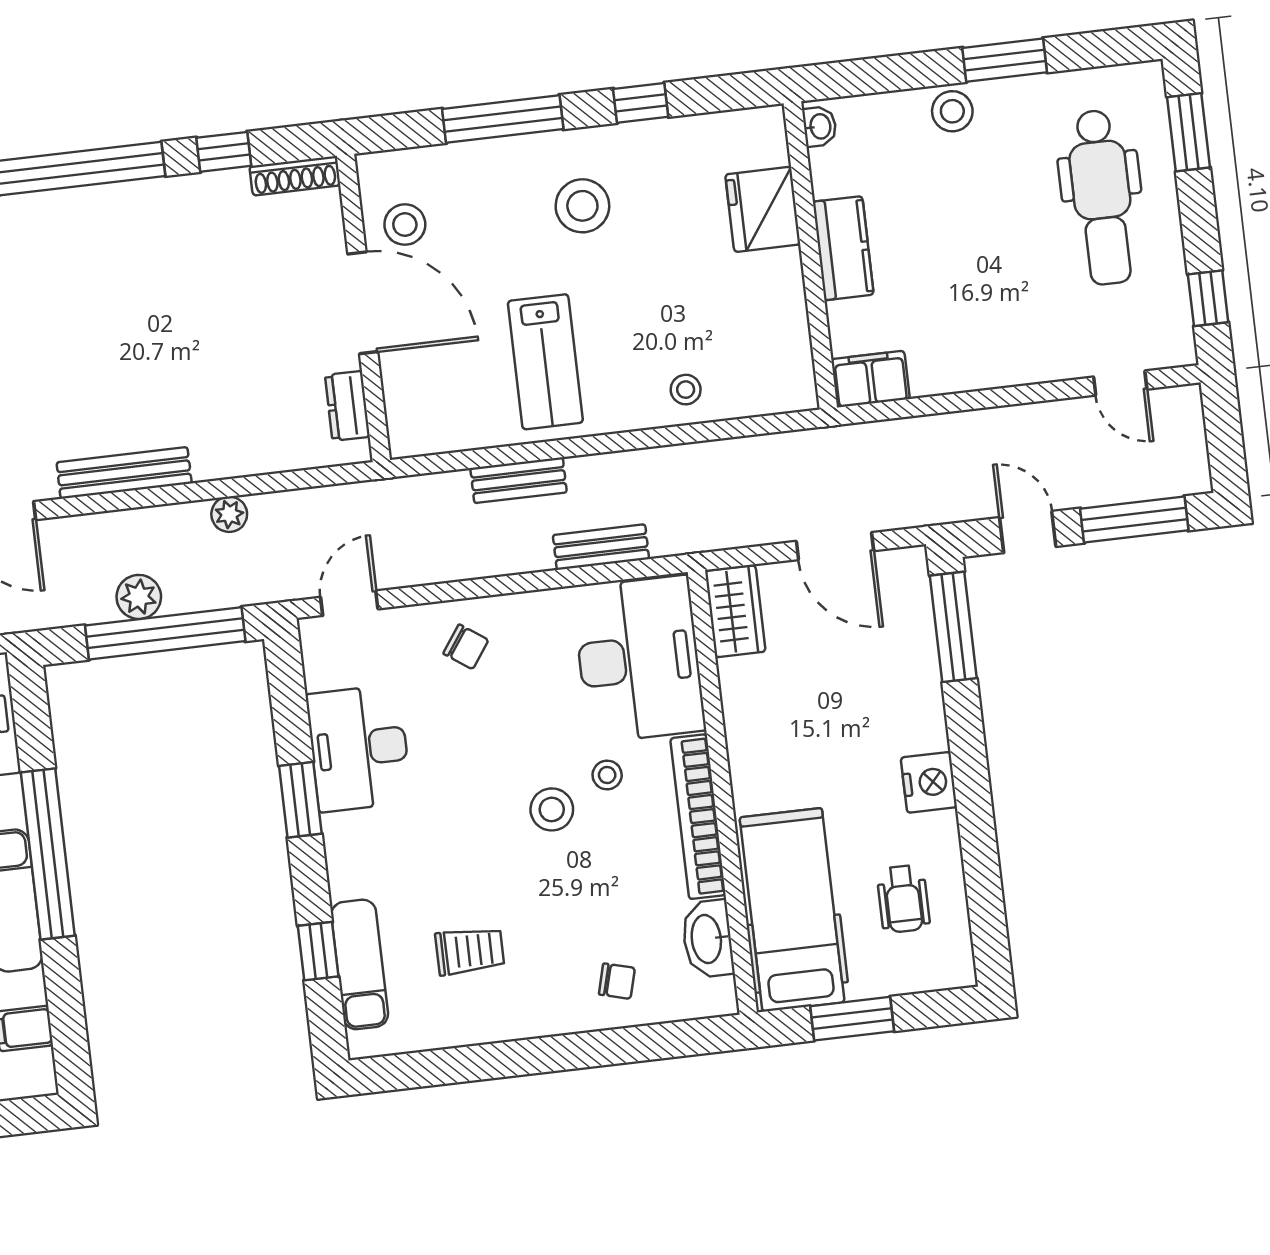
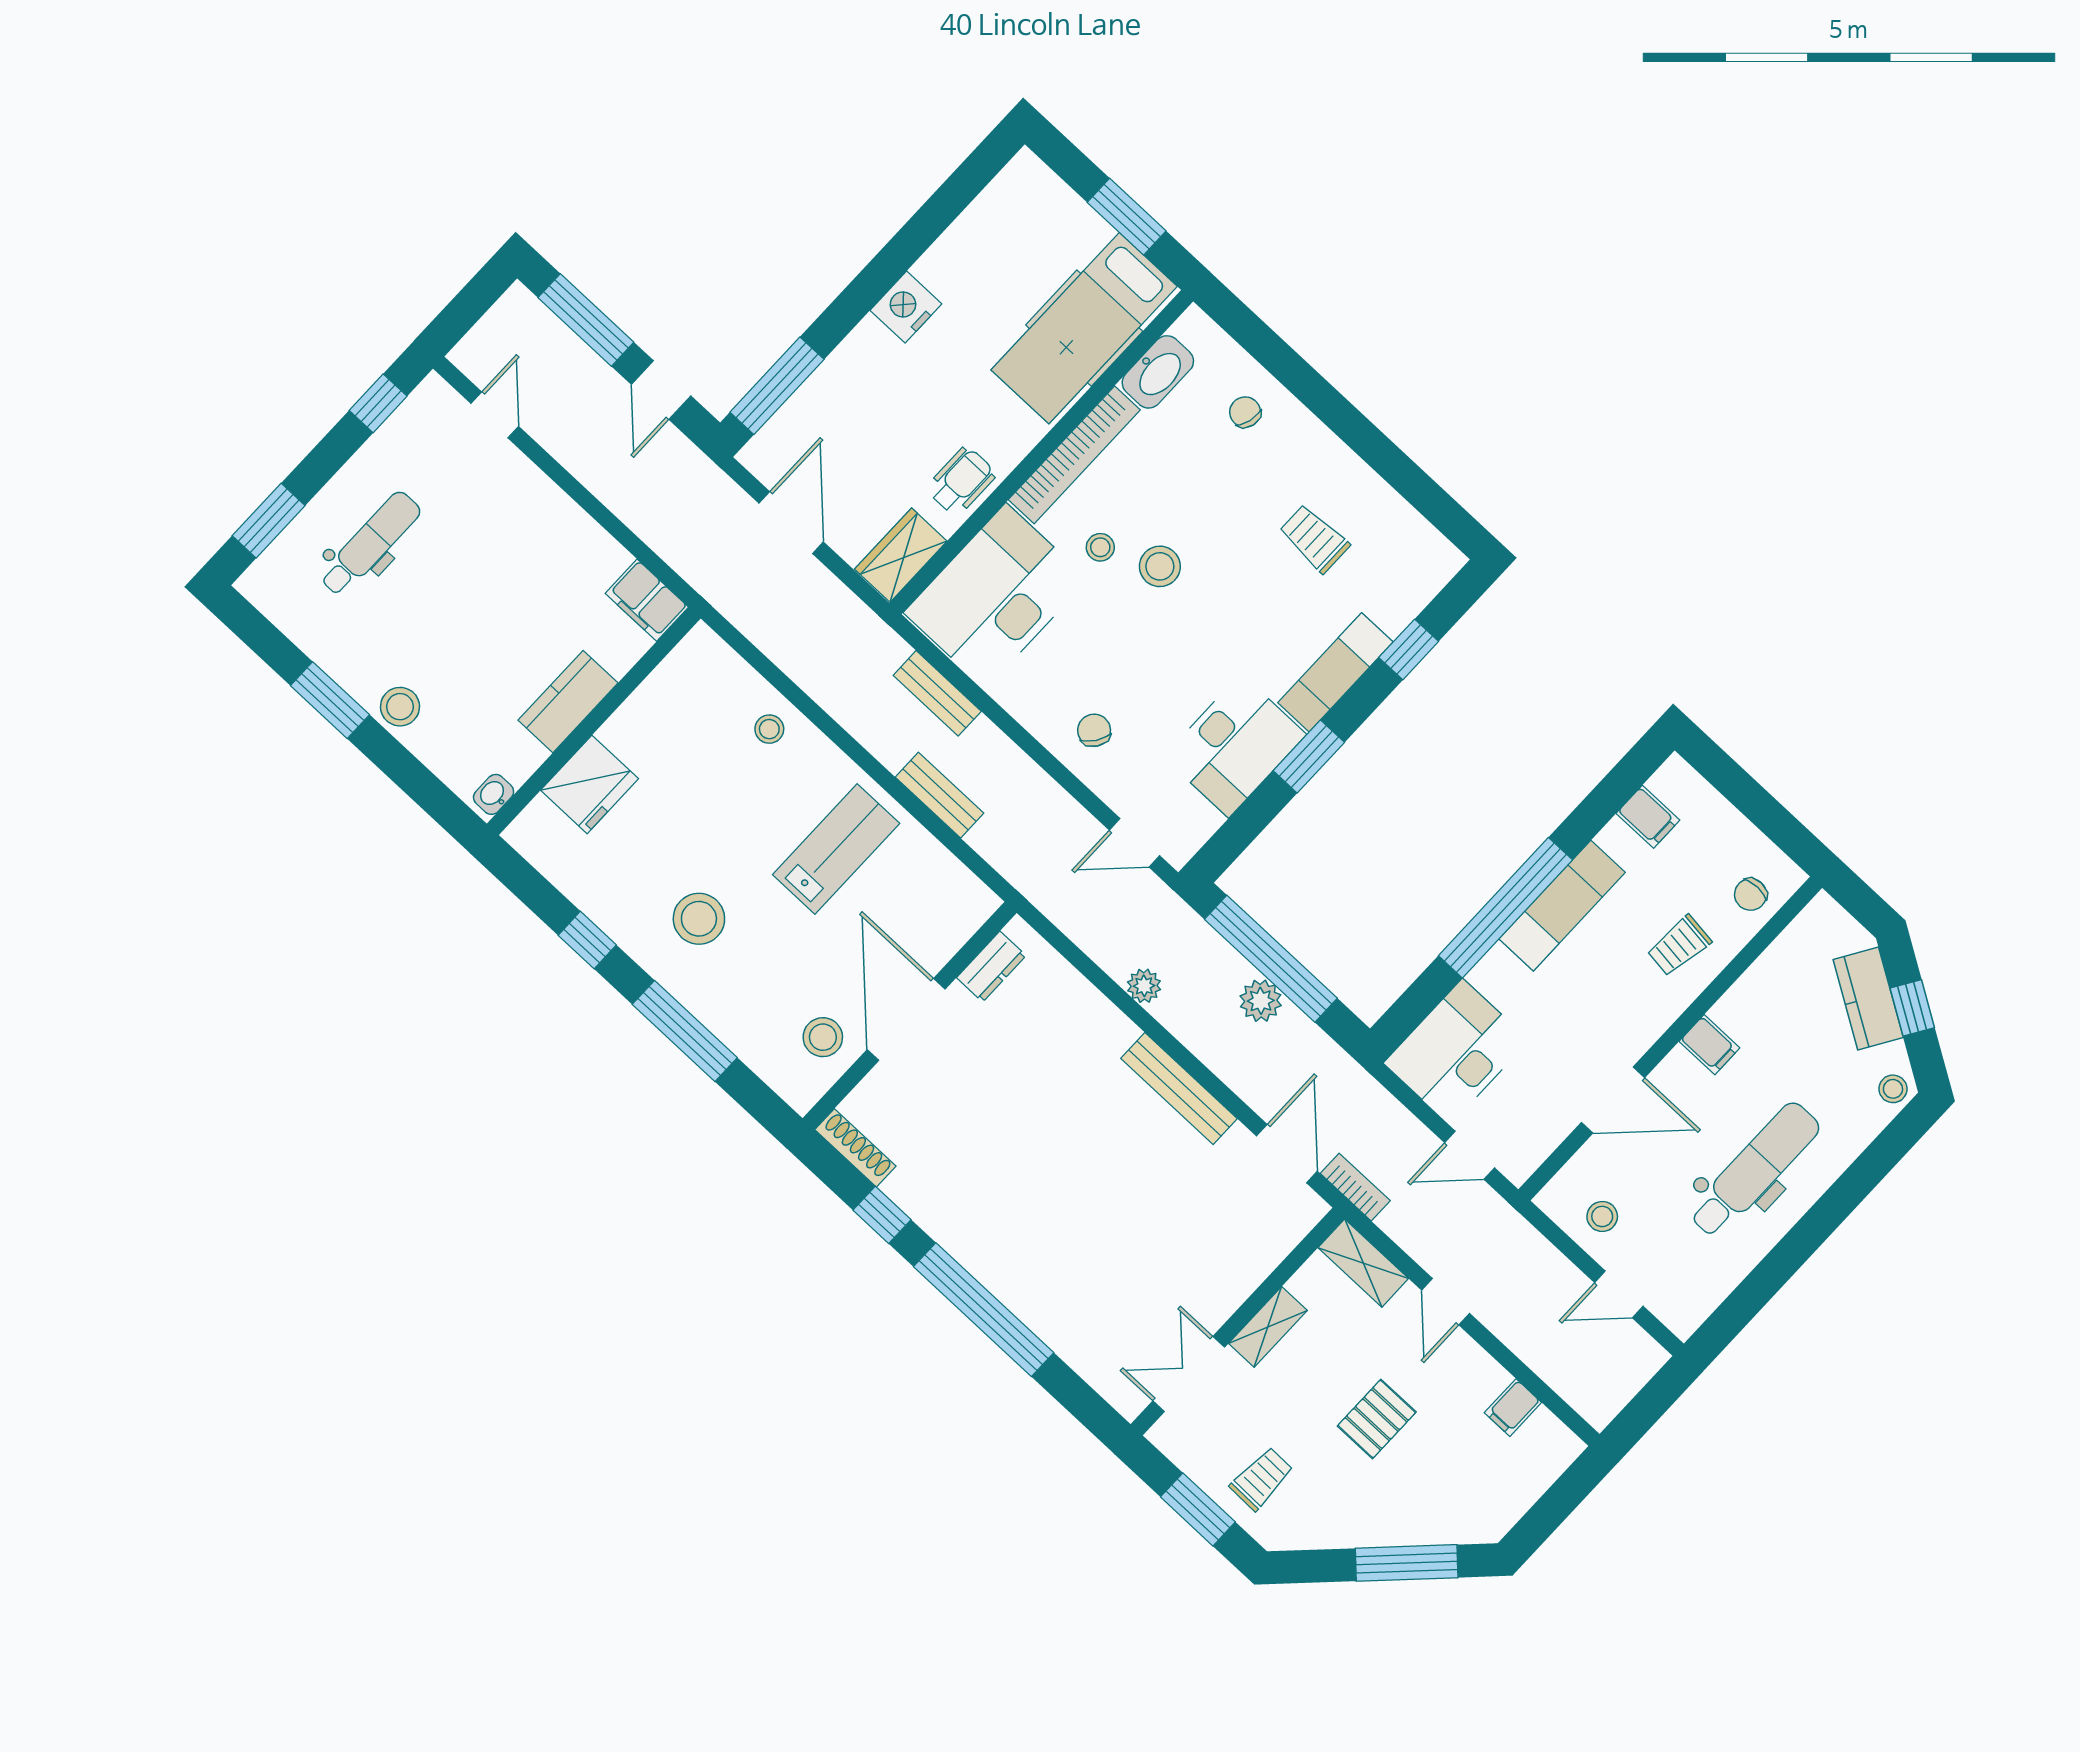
dental chair: (1102, 197) -> (370, 544), width x0.73, depth x0.72
wheelchair: (903, 899) -> (961, 481), moved
exam couch: (360, 964) -> (1335, 672), moved

